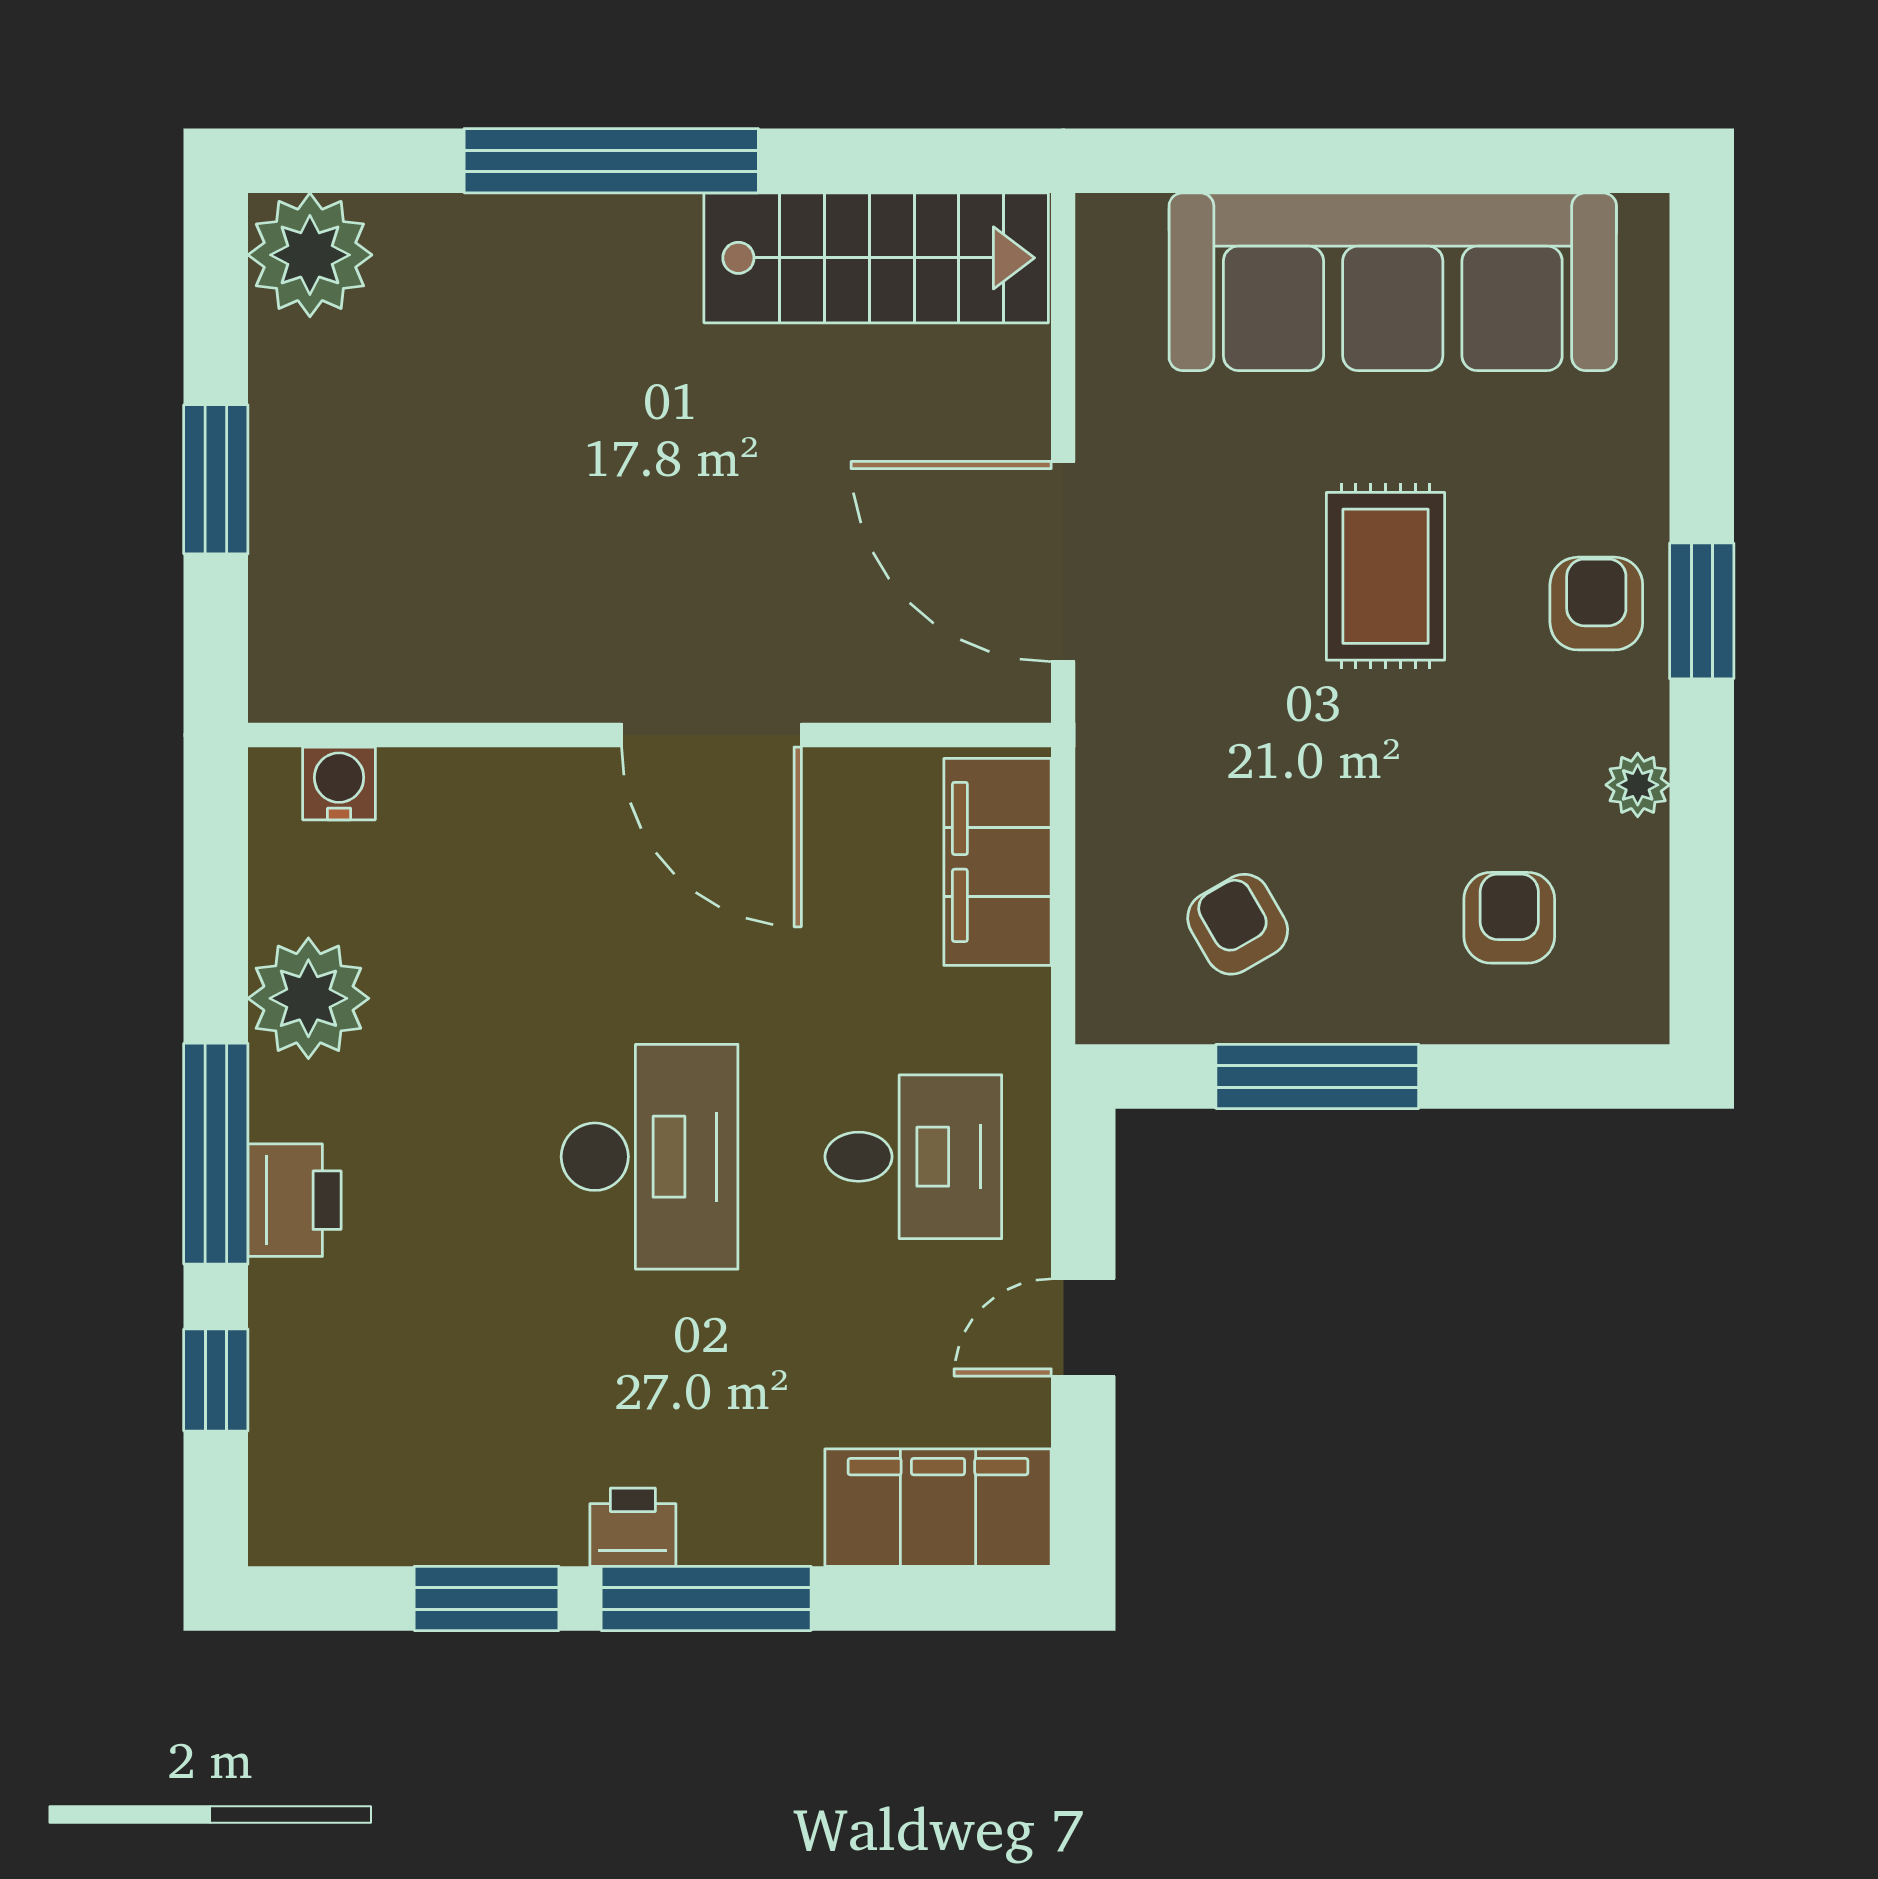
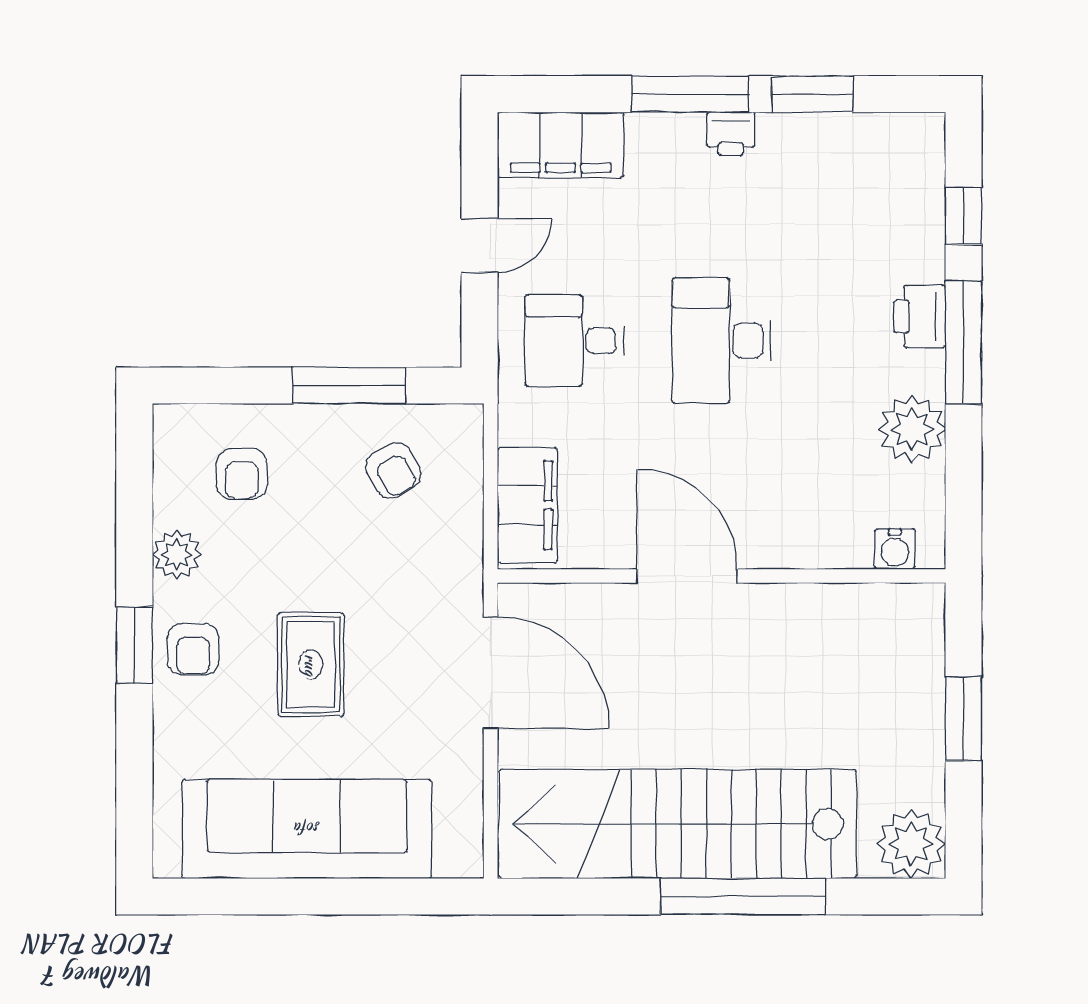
stairs: (876, 258) -> (678, 824), width x1.86, depth x1.51
plant: (1638, 785) -> (177, 555), width x1.38, depth x1.38

